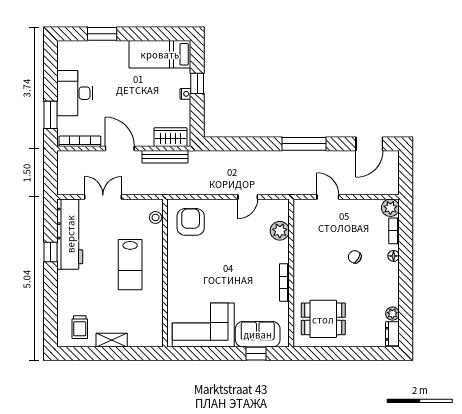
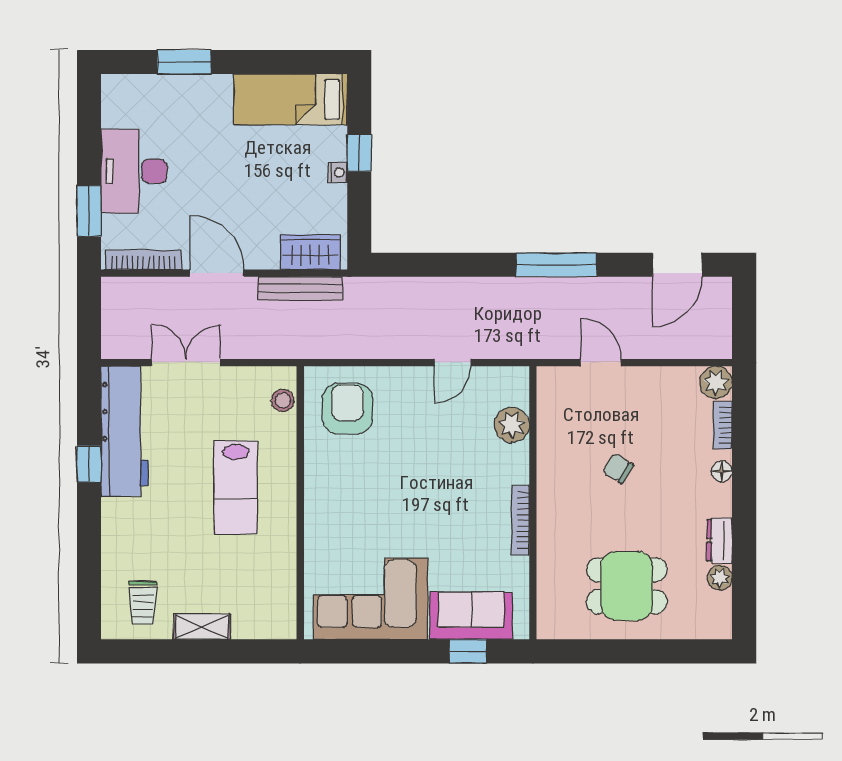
chair: (355, 257) -> (618, 468), moved
dining table: (323, 319) -> (627, 586), moved
dresser: (392, 334) -> (720, 540), moved

